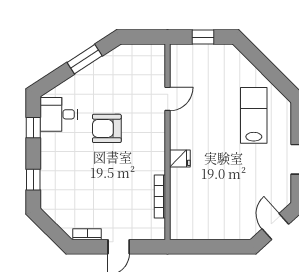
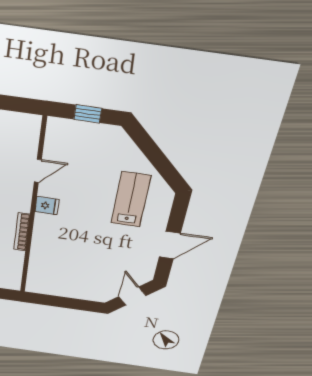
fridge: (180, 158) -> (47, 206), moved
bookcase: (160, 196) -> (22, 232), moved

